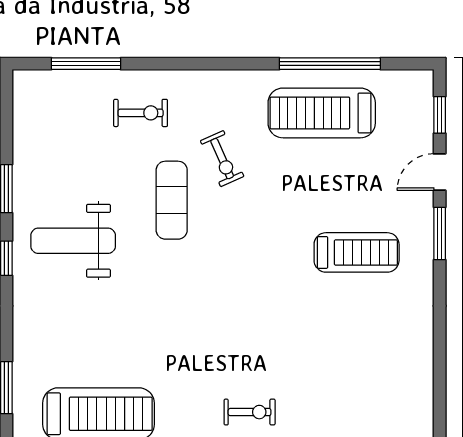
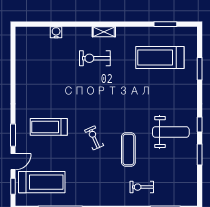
treadmill: (322, 113) -> (42, 182), moved
exercise bike: (222, 159) -> (94, 138), moved
exercise bike: (250, 412) -> (95, 58), width x1.38, depth x1.39

